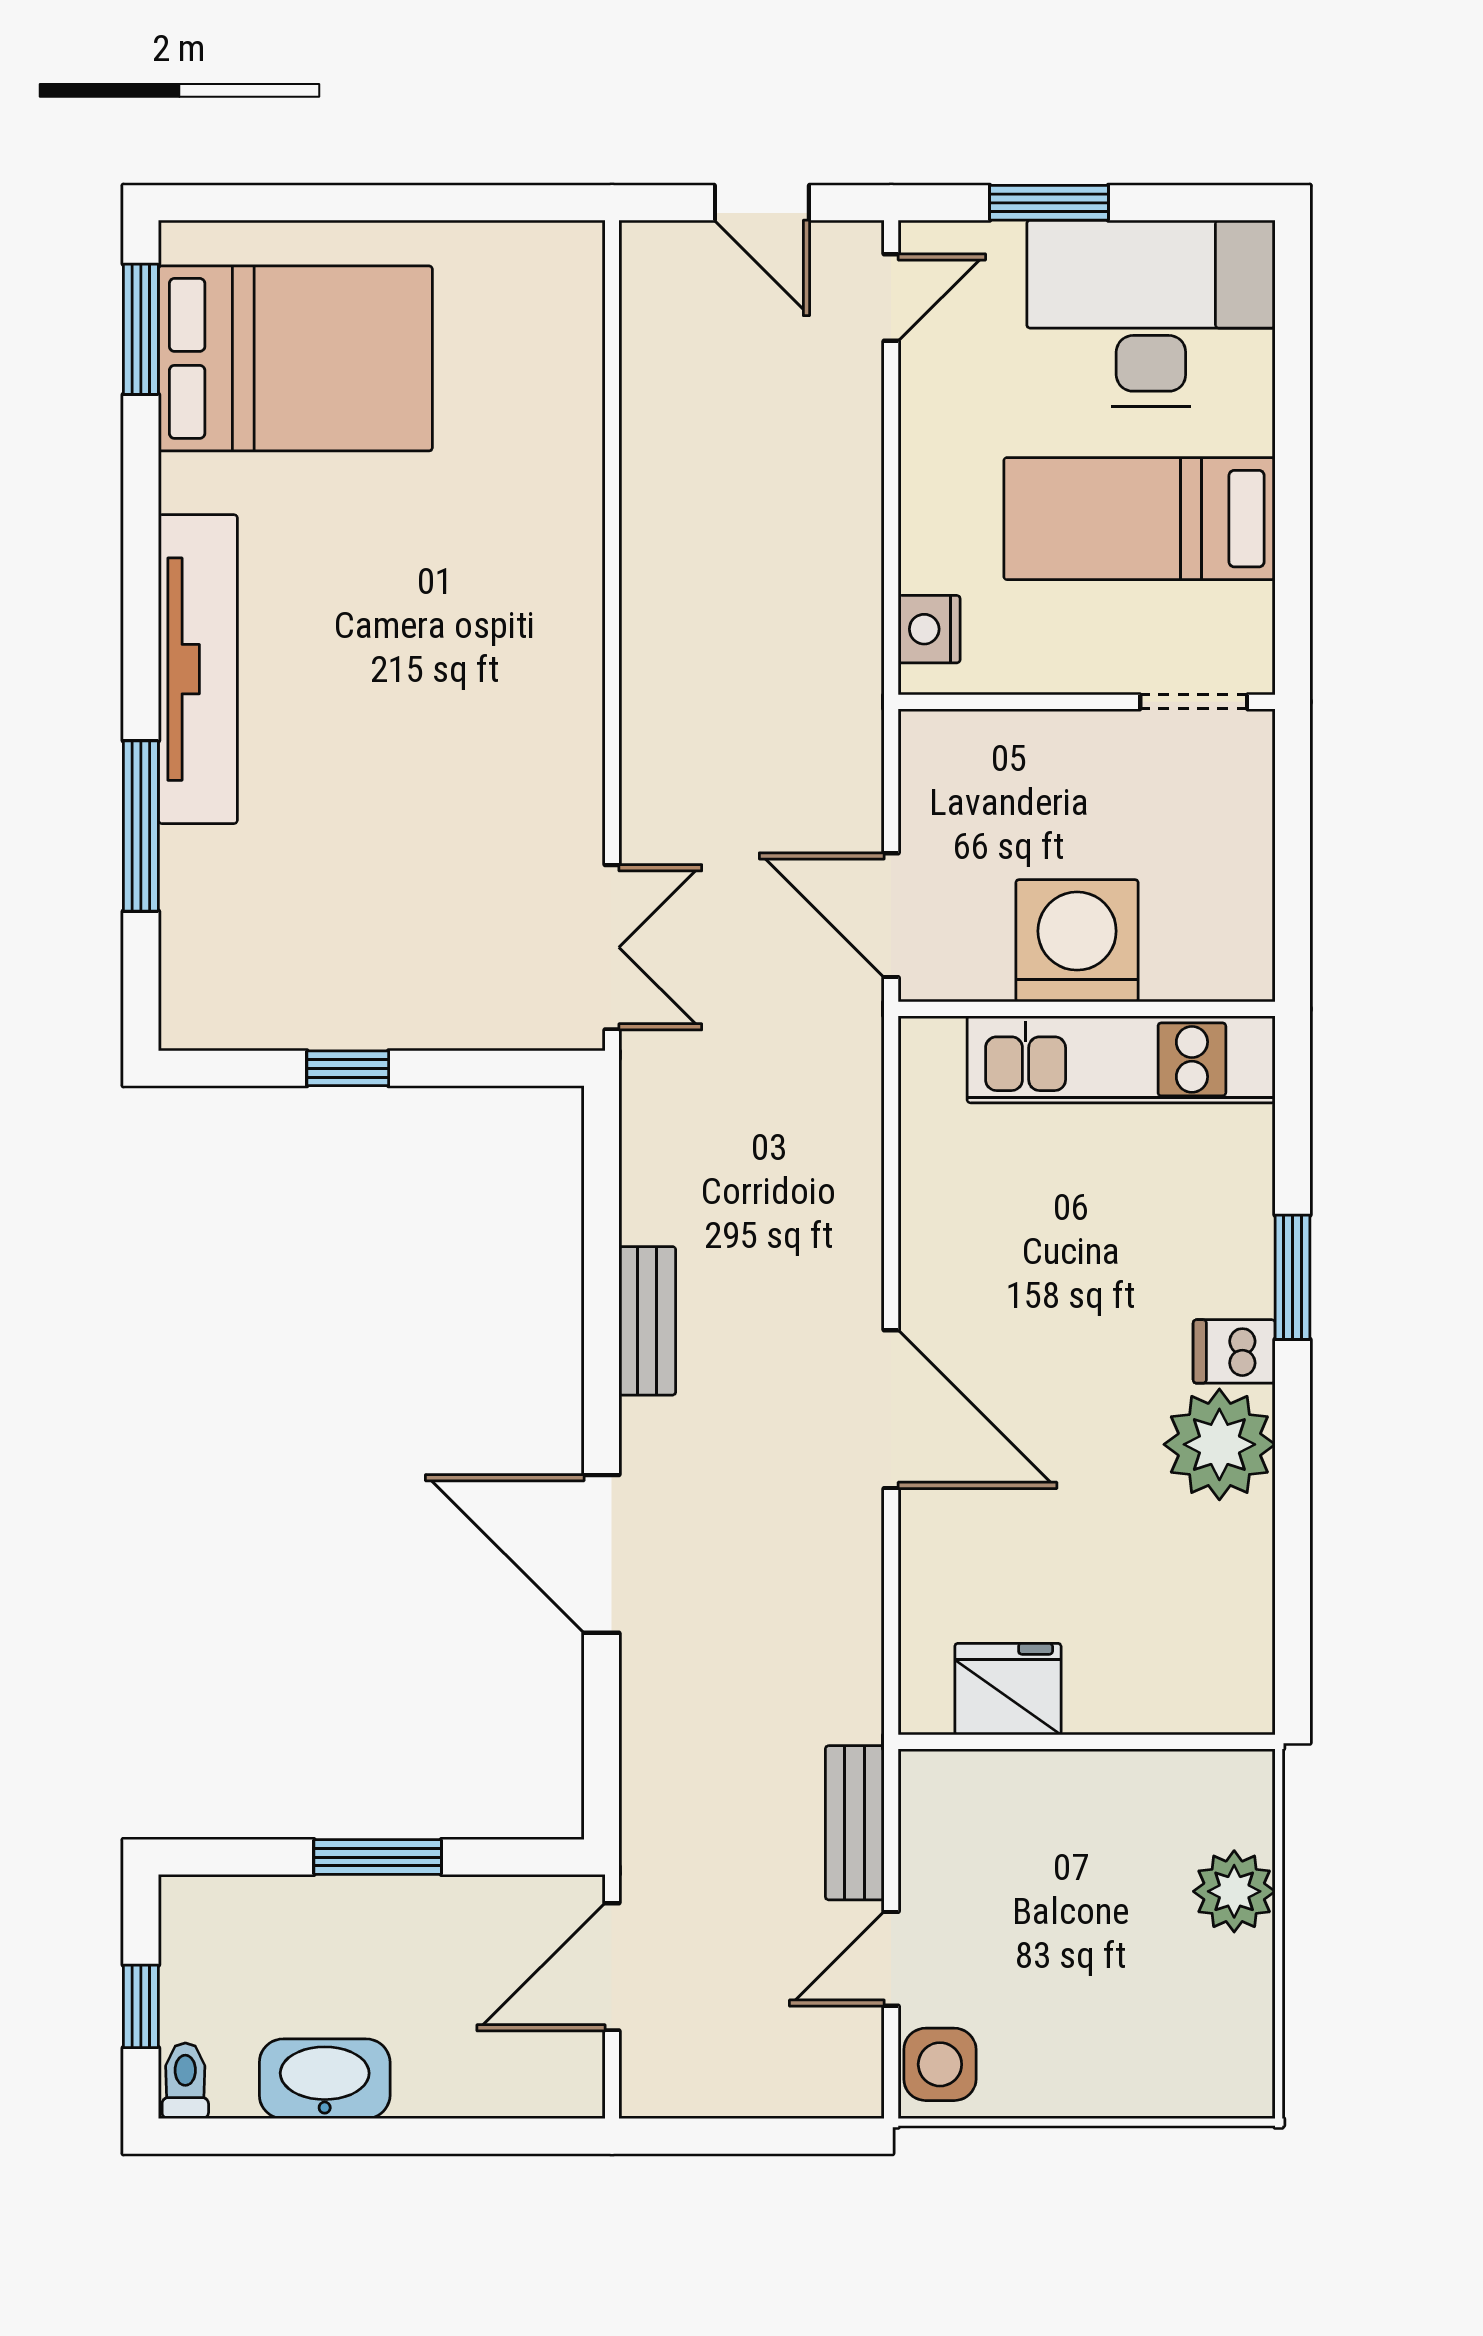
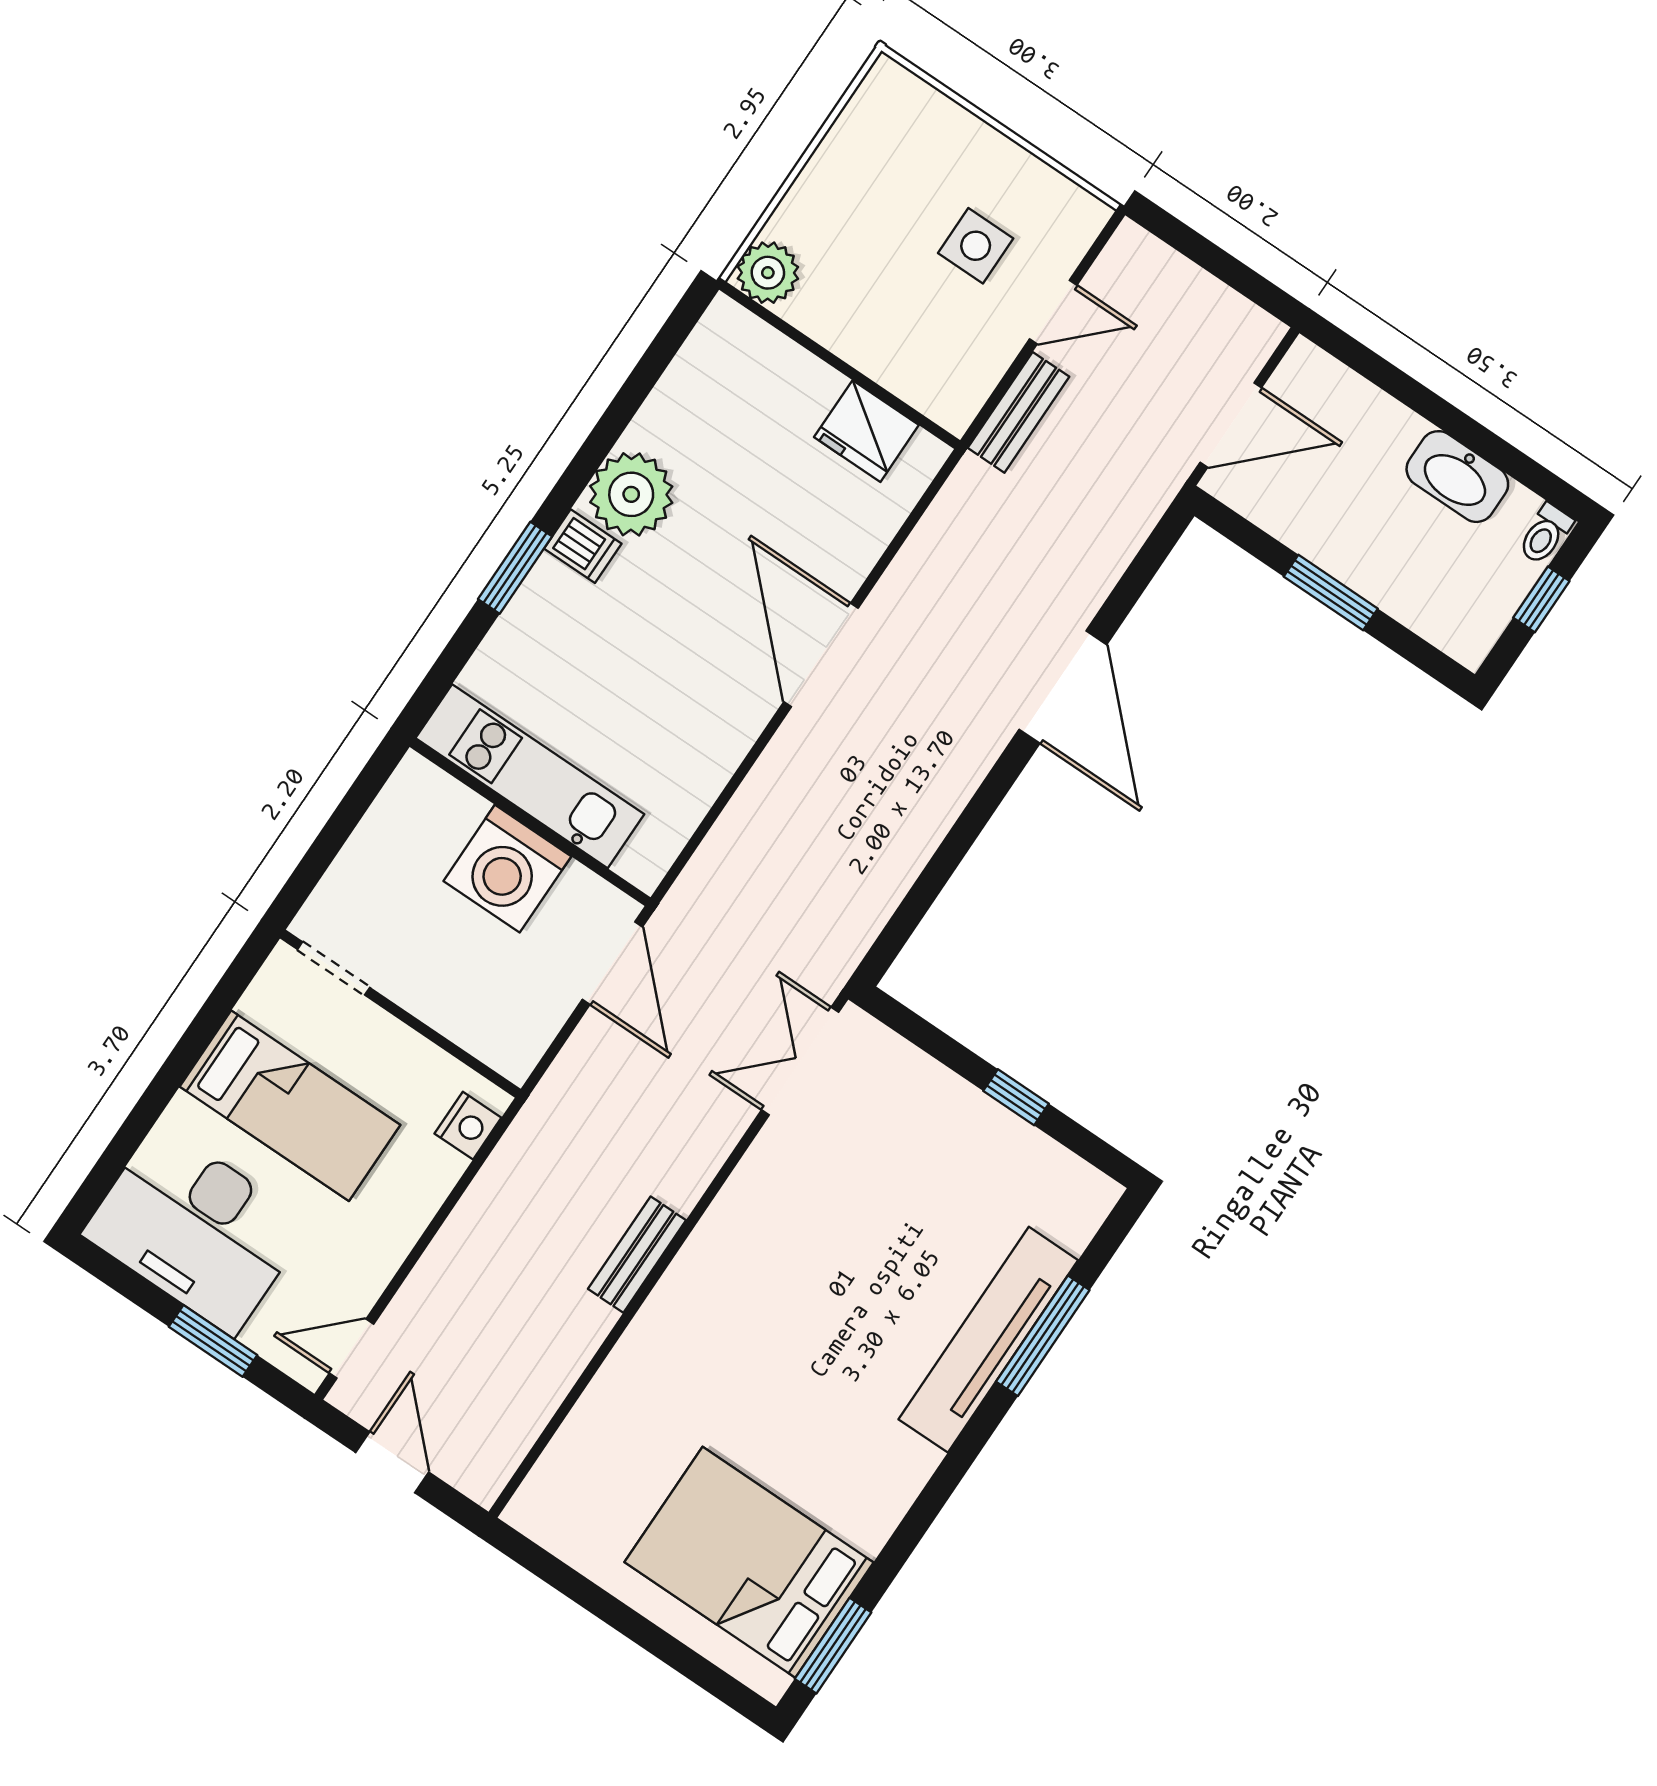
tv unit: (198, 669) -> (988, 1340), moved
bench: (647, 1321) -> (637, 1255), moved
plant: (1234, 1891) -> (768, 273), moved
side table: (940, 2064) -> (976, 246), moved

